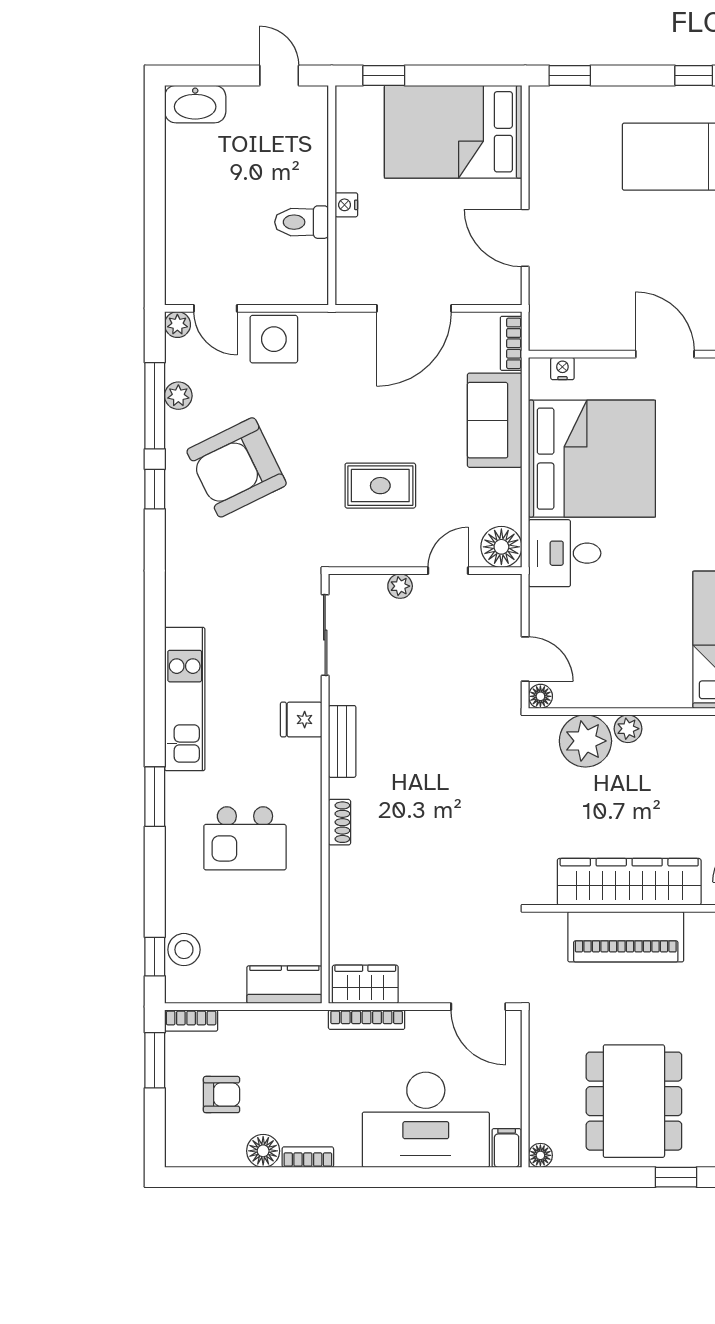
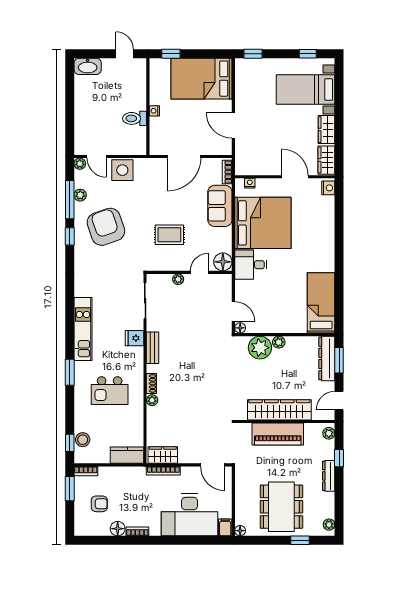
armchair: (237, 467) -> (106, 227), turned 97
plant: (341, 860) -> (152, 400), added

